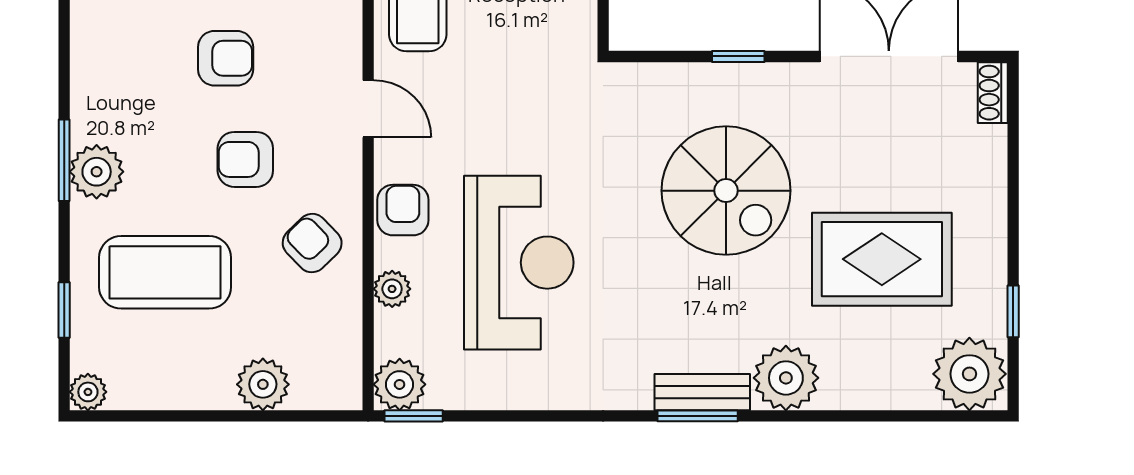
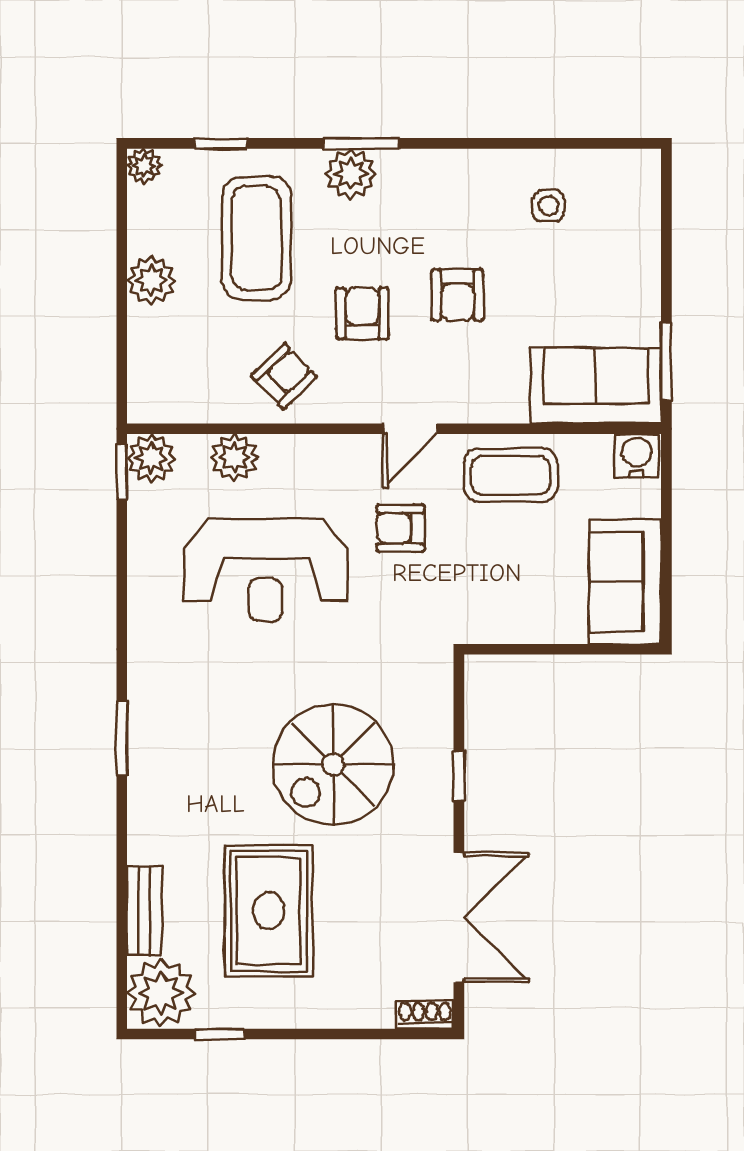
armchair: (403, 210) -> (401, 528), moved, turned 180
plant: (392, 289) -> (234, 458), width x1.38, depth x1.38
plant: (786, 378) -> (157, 821), removed
plant: (263, 384) -> (151, 280), moved
bench: (702, 392) -> (144, 911), moved

